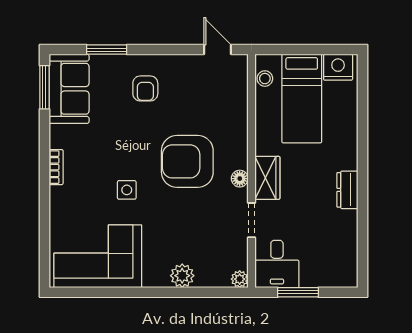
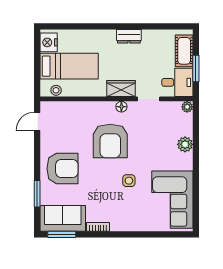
armchair: (145, 88) -> (63, 168), width x1.88, depth x1.88
bookcase: (56, 167) -> (98, 227), moved
cot: (325, 274) -> (184, 51), added

